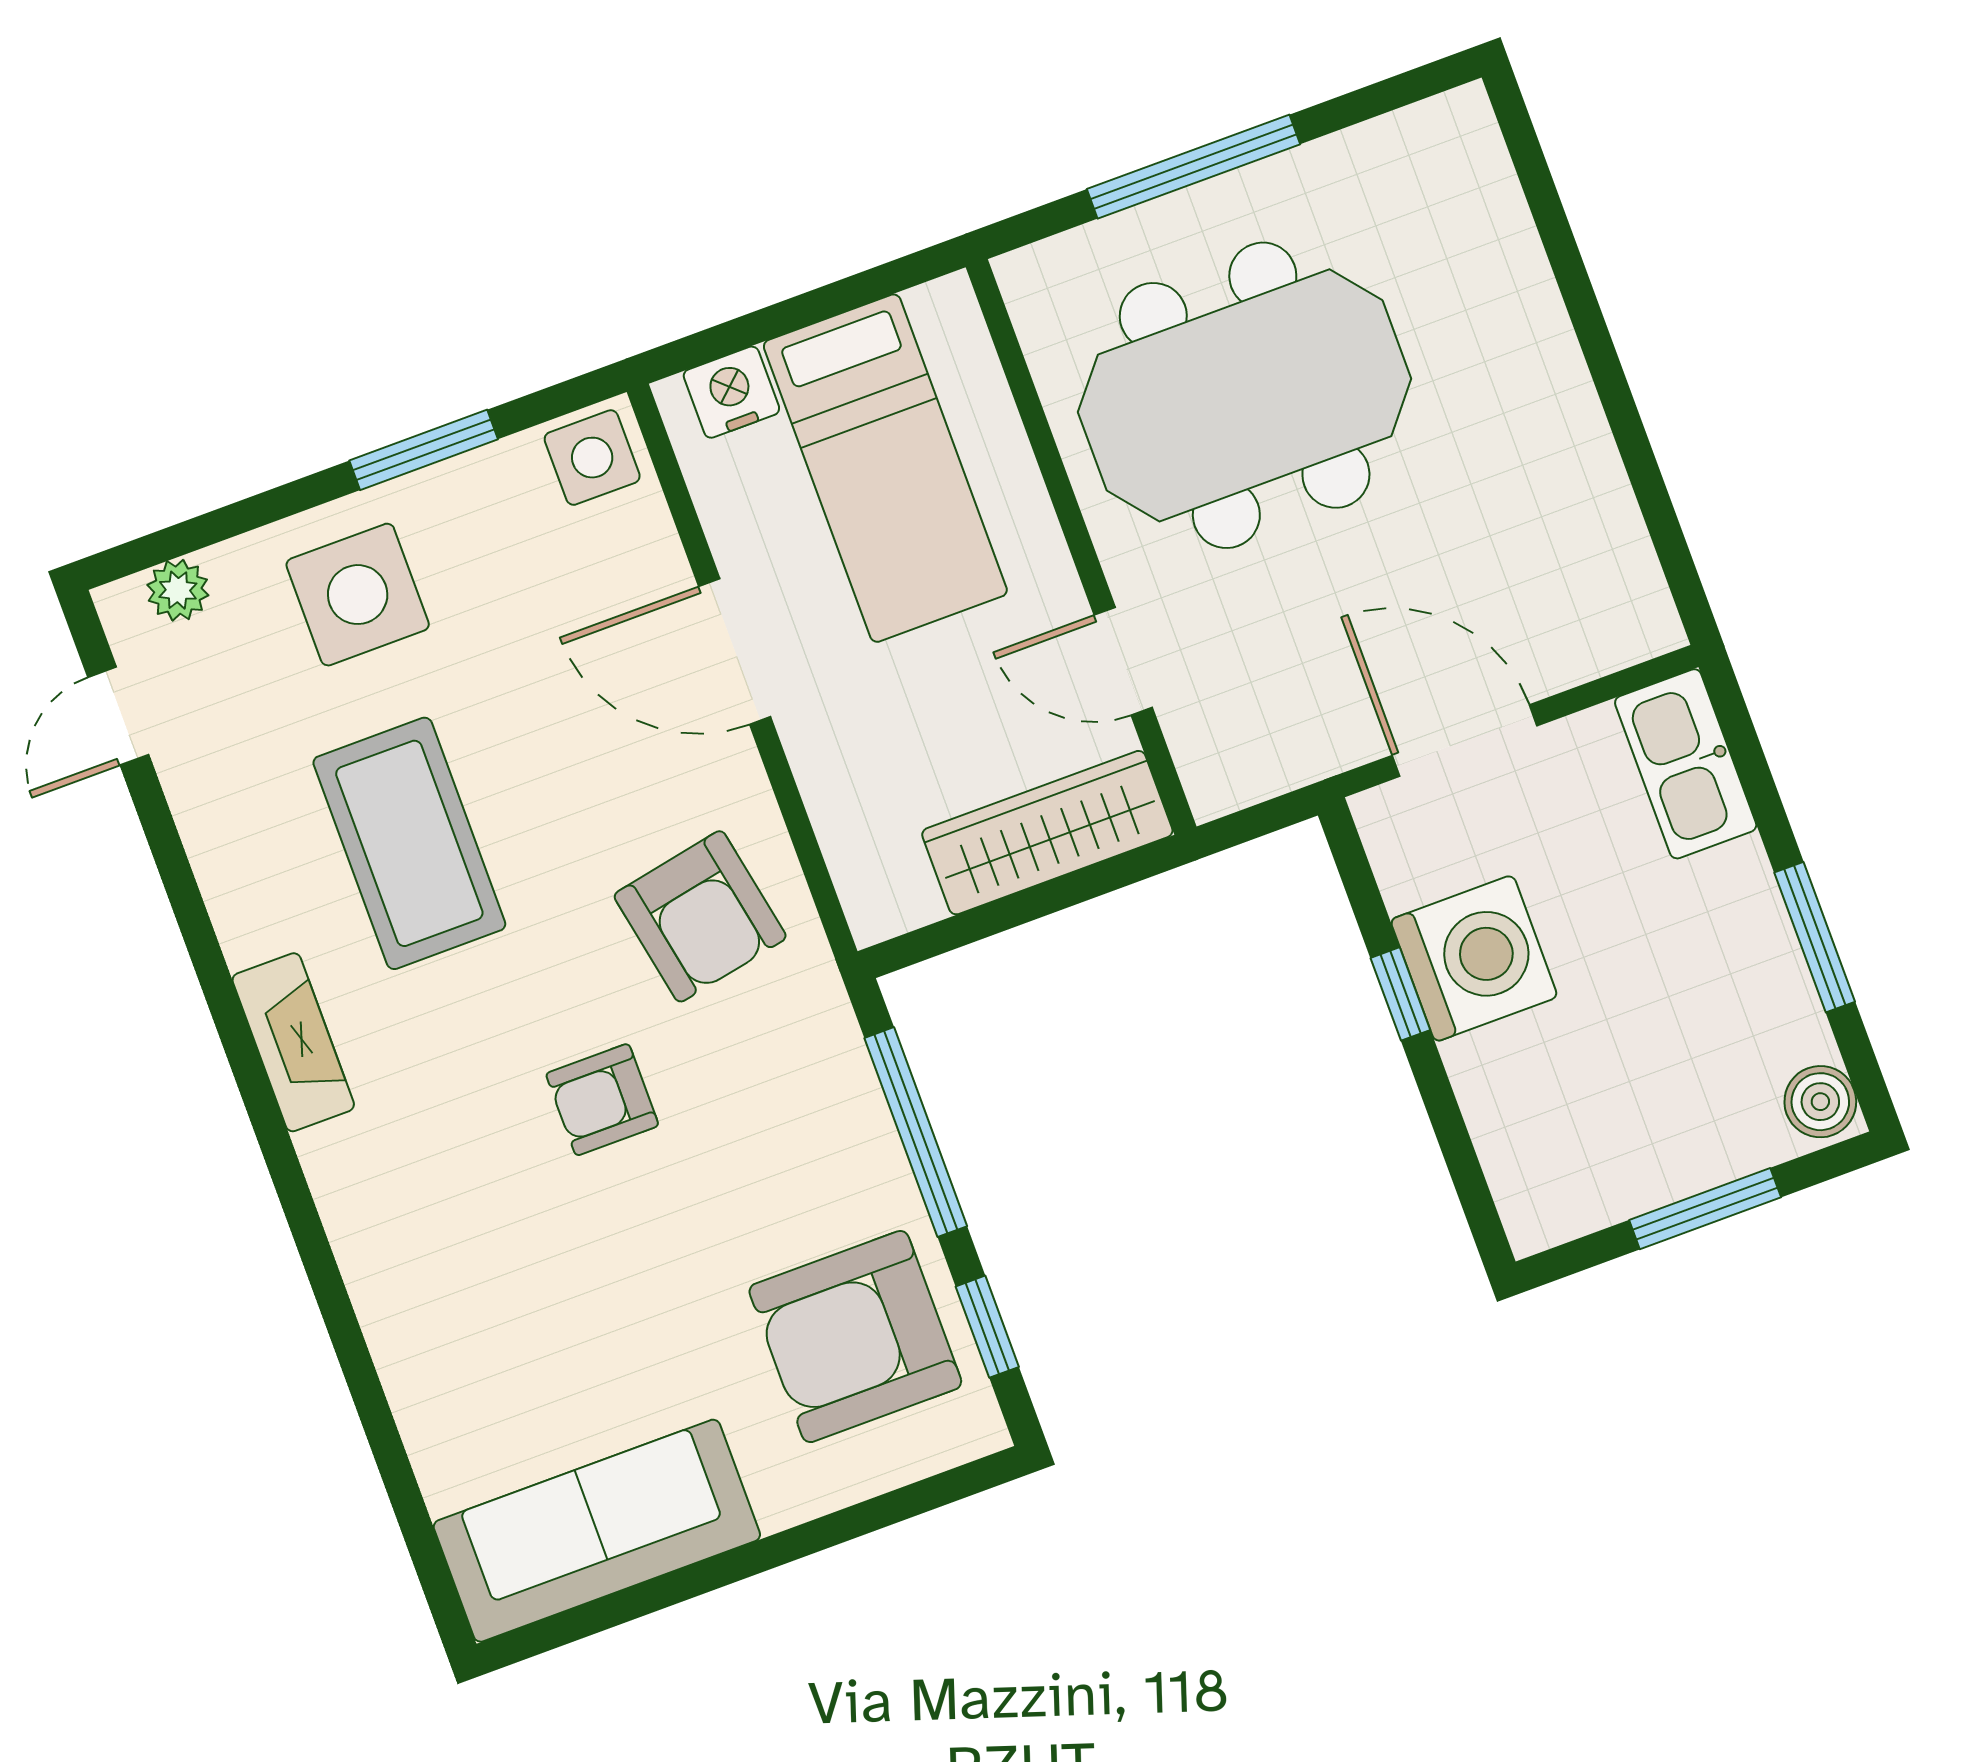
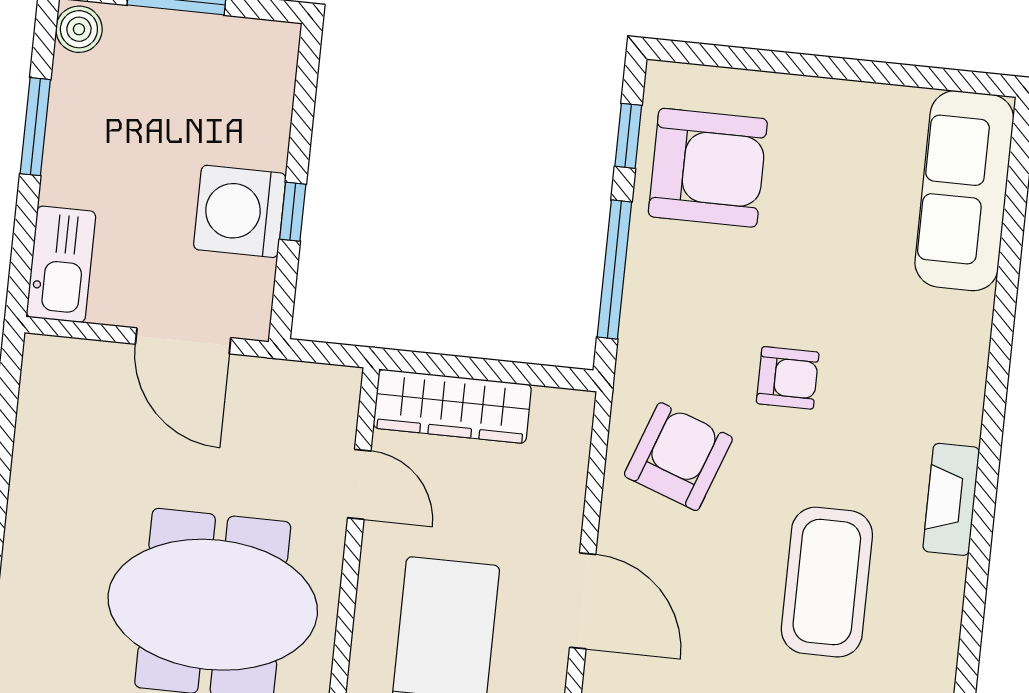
armchair: (700, 916) -> (678, 457), turned 31
sofa: (597, 1531) -> (964, 191), moved, turned 90

